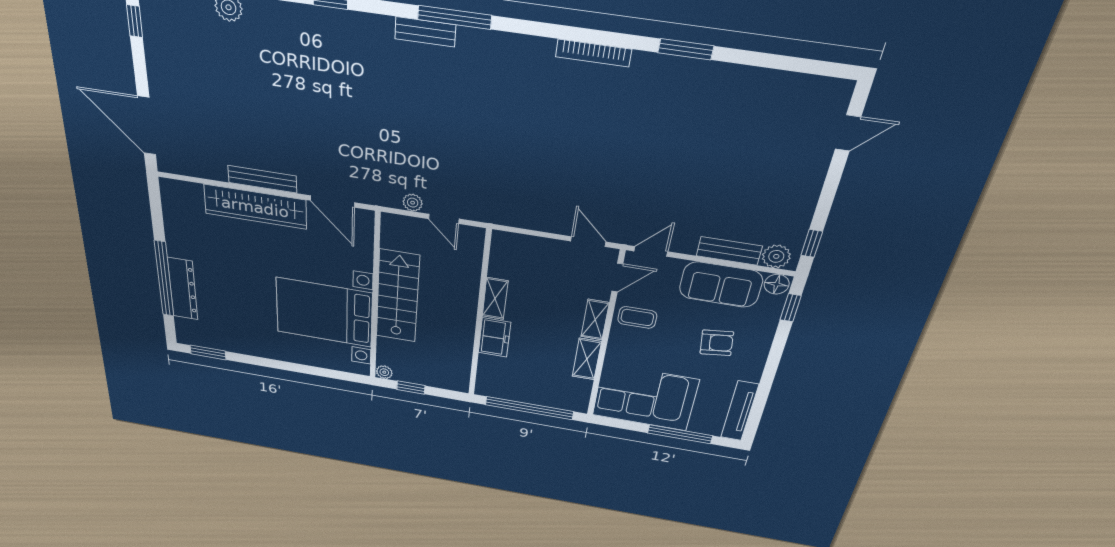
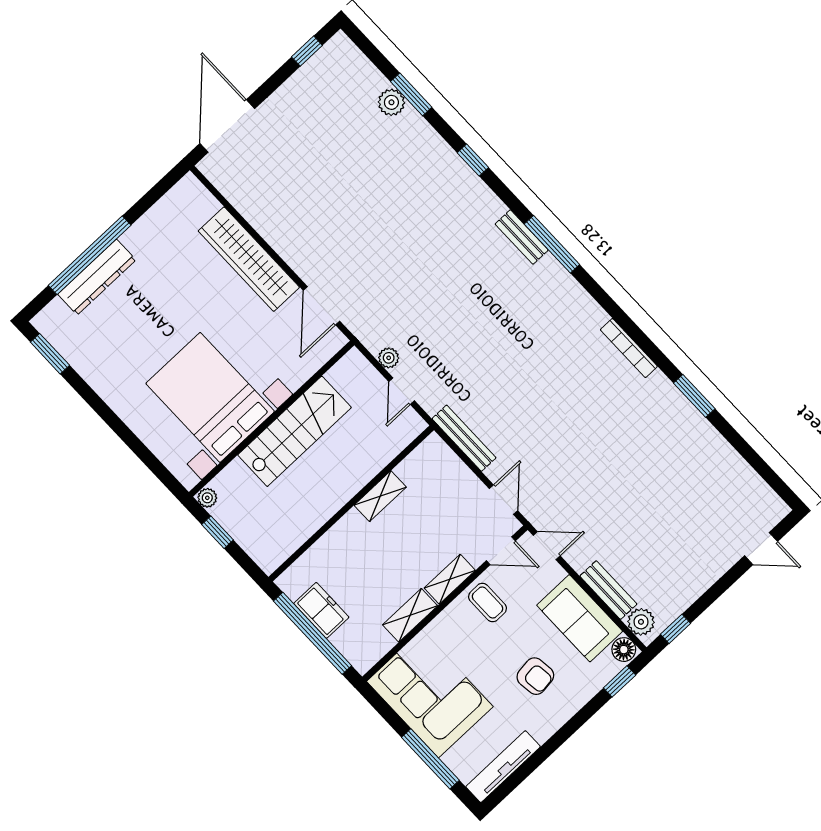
bench: (262, 179) -> (464, 438), moved
freezer: (494, 337) -> (321, 610), moved, turned -90

